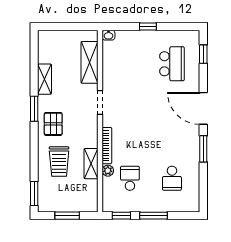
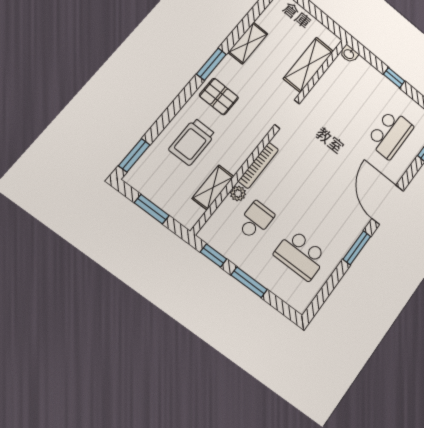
pallet: (53, 124) -> (219, 97), turned 90
shelving: (91, 164) -> (213, 187), moved
school desk: (172, 178) -> (301, 255), width x1.85

